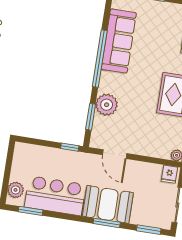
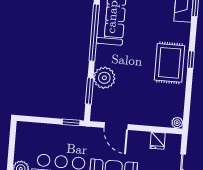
fridge: (169, 174) -> (158, 141), moved

